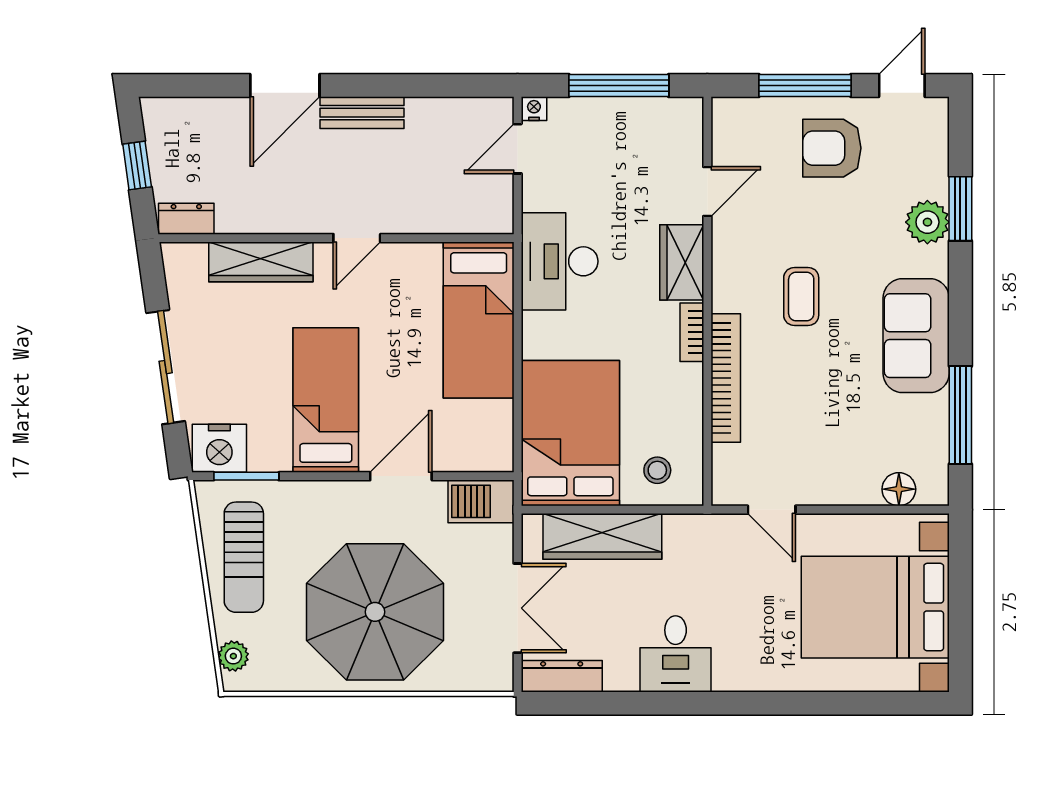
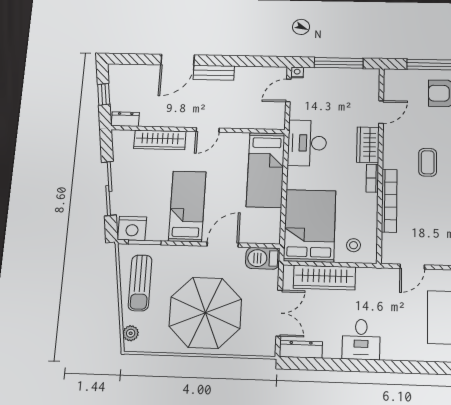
door: (772, 510) -> (412, 267), hinge flipped

